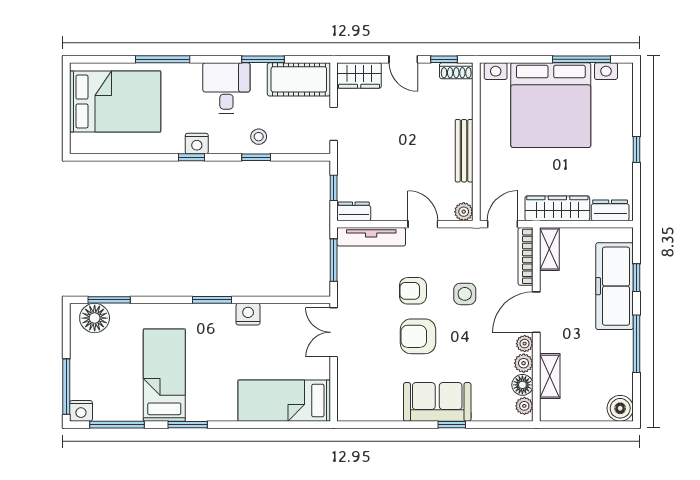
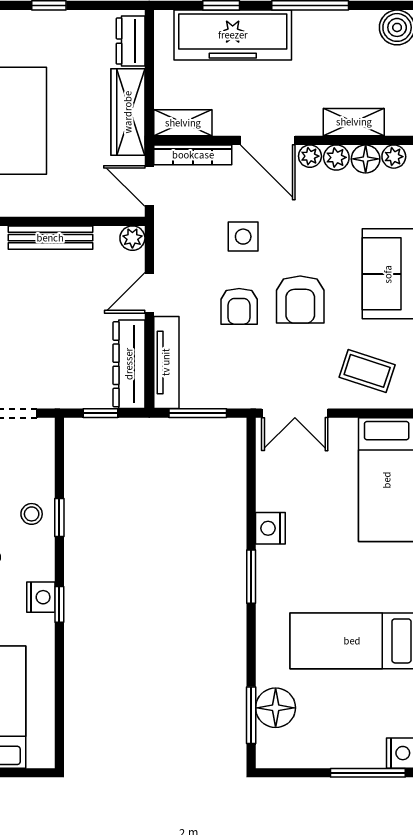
dresser: (354, 211) -> (129, 364), width x1.96, depth x1.24
floor lamp: (95, 318) -> (276, 708), moved
coffee table: (365, 386) -> (367, 371), added

